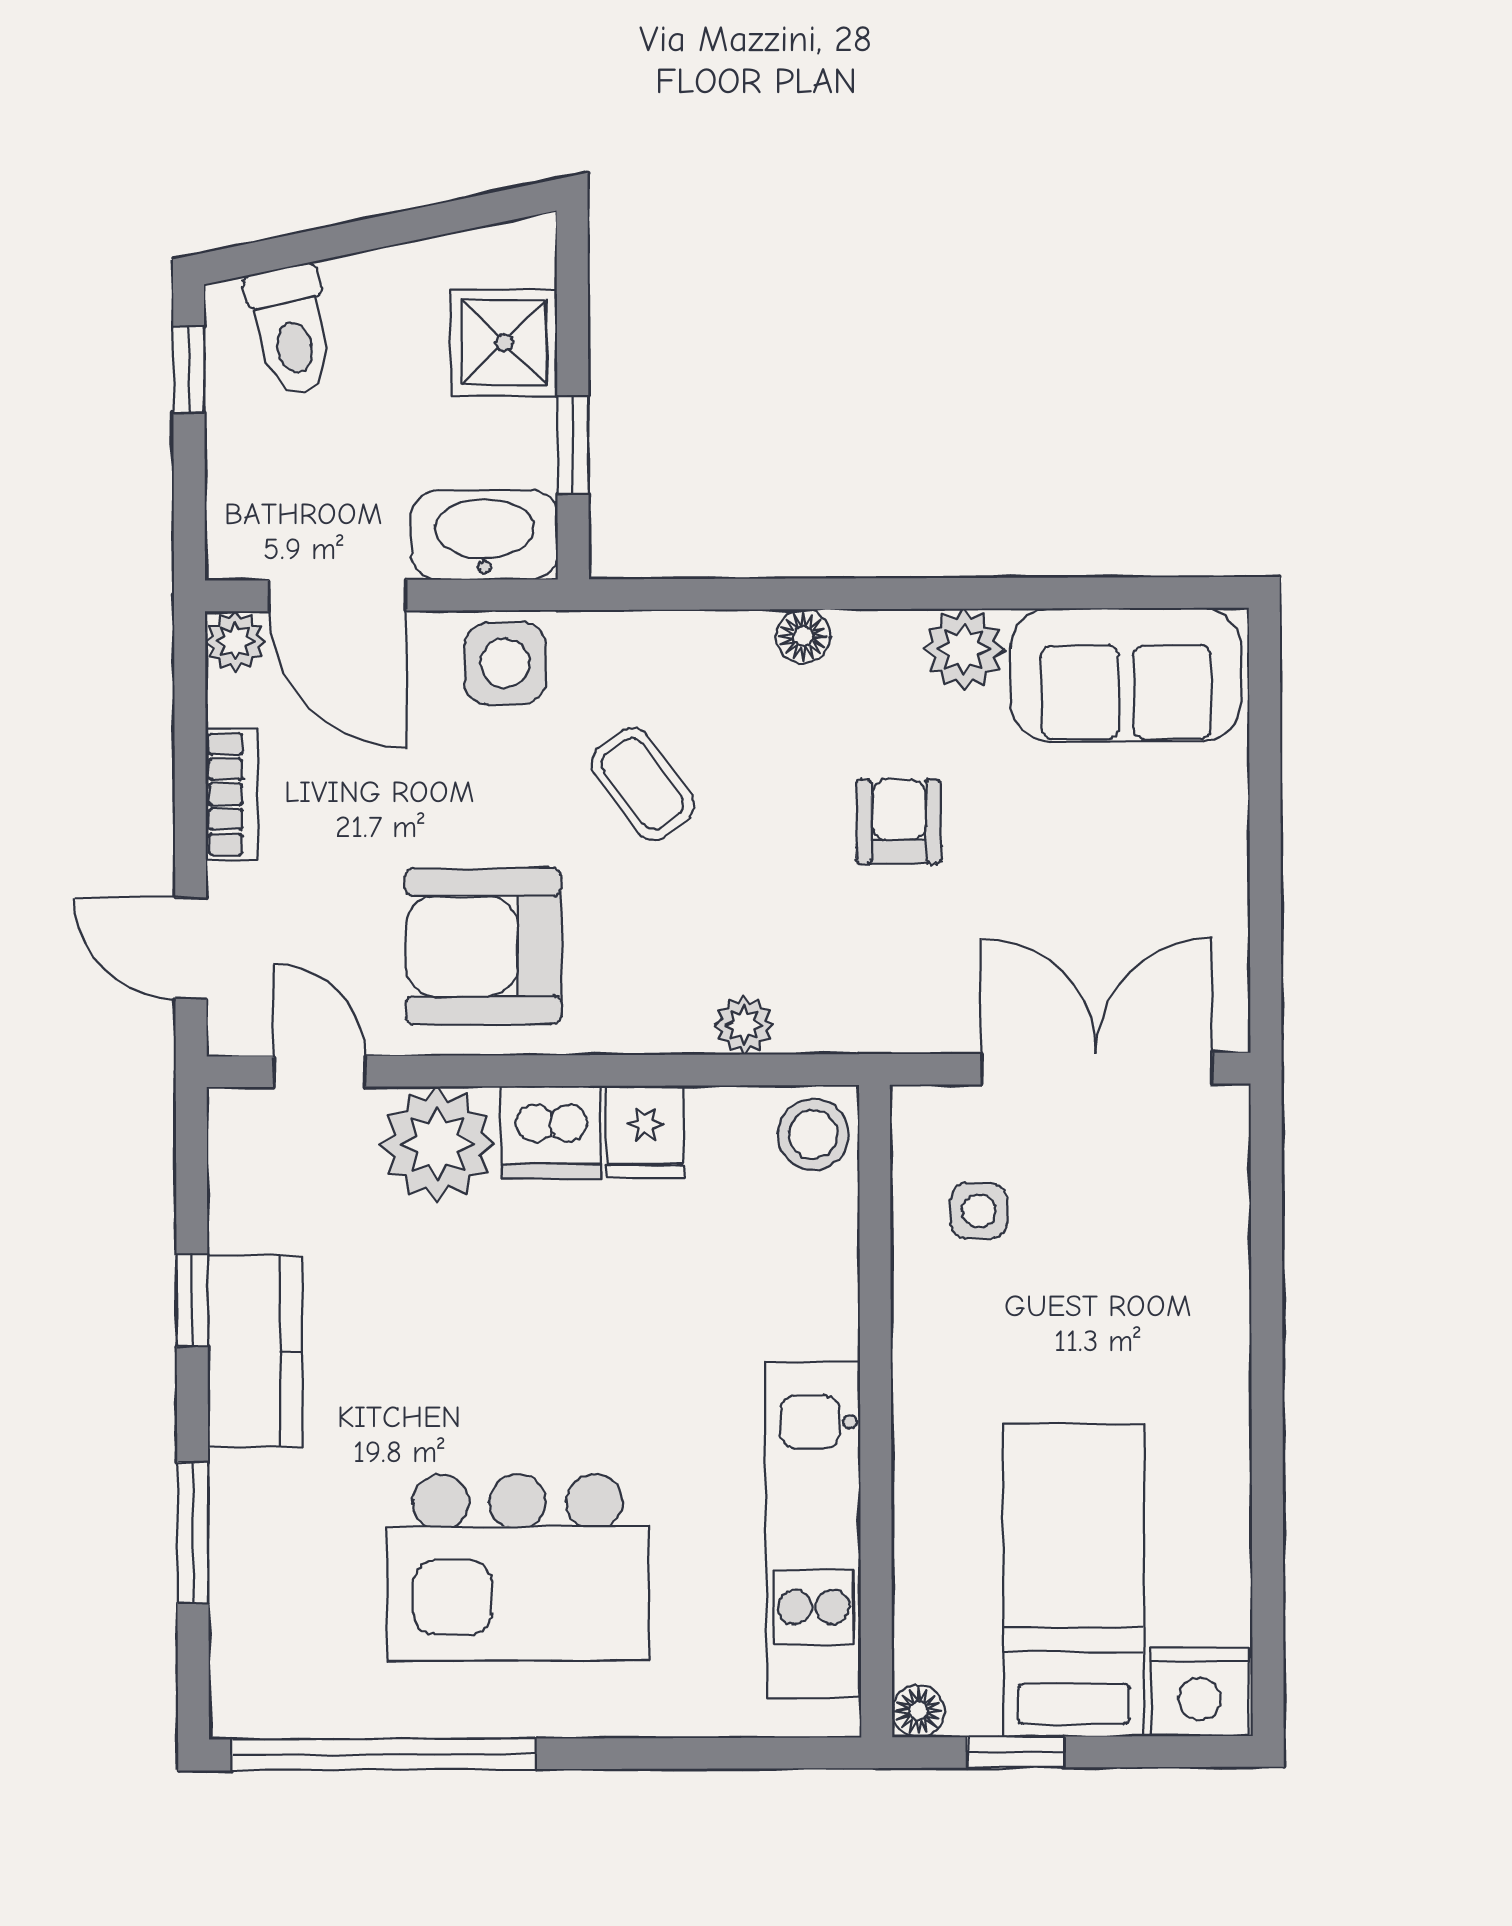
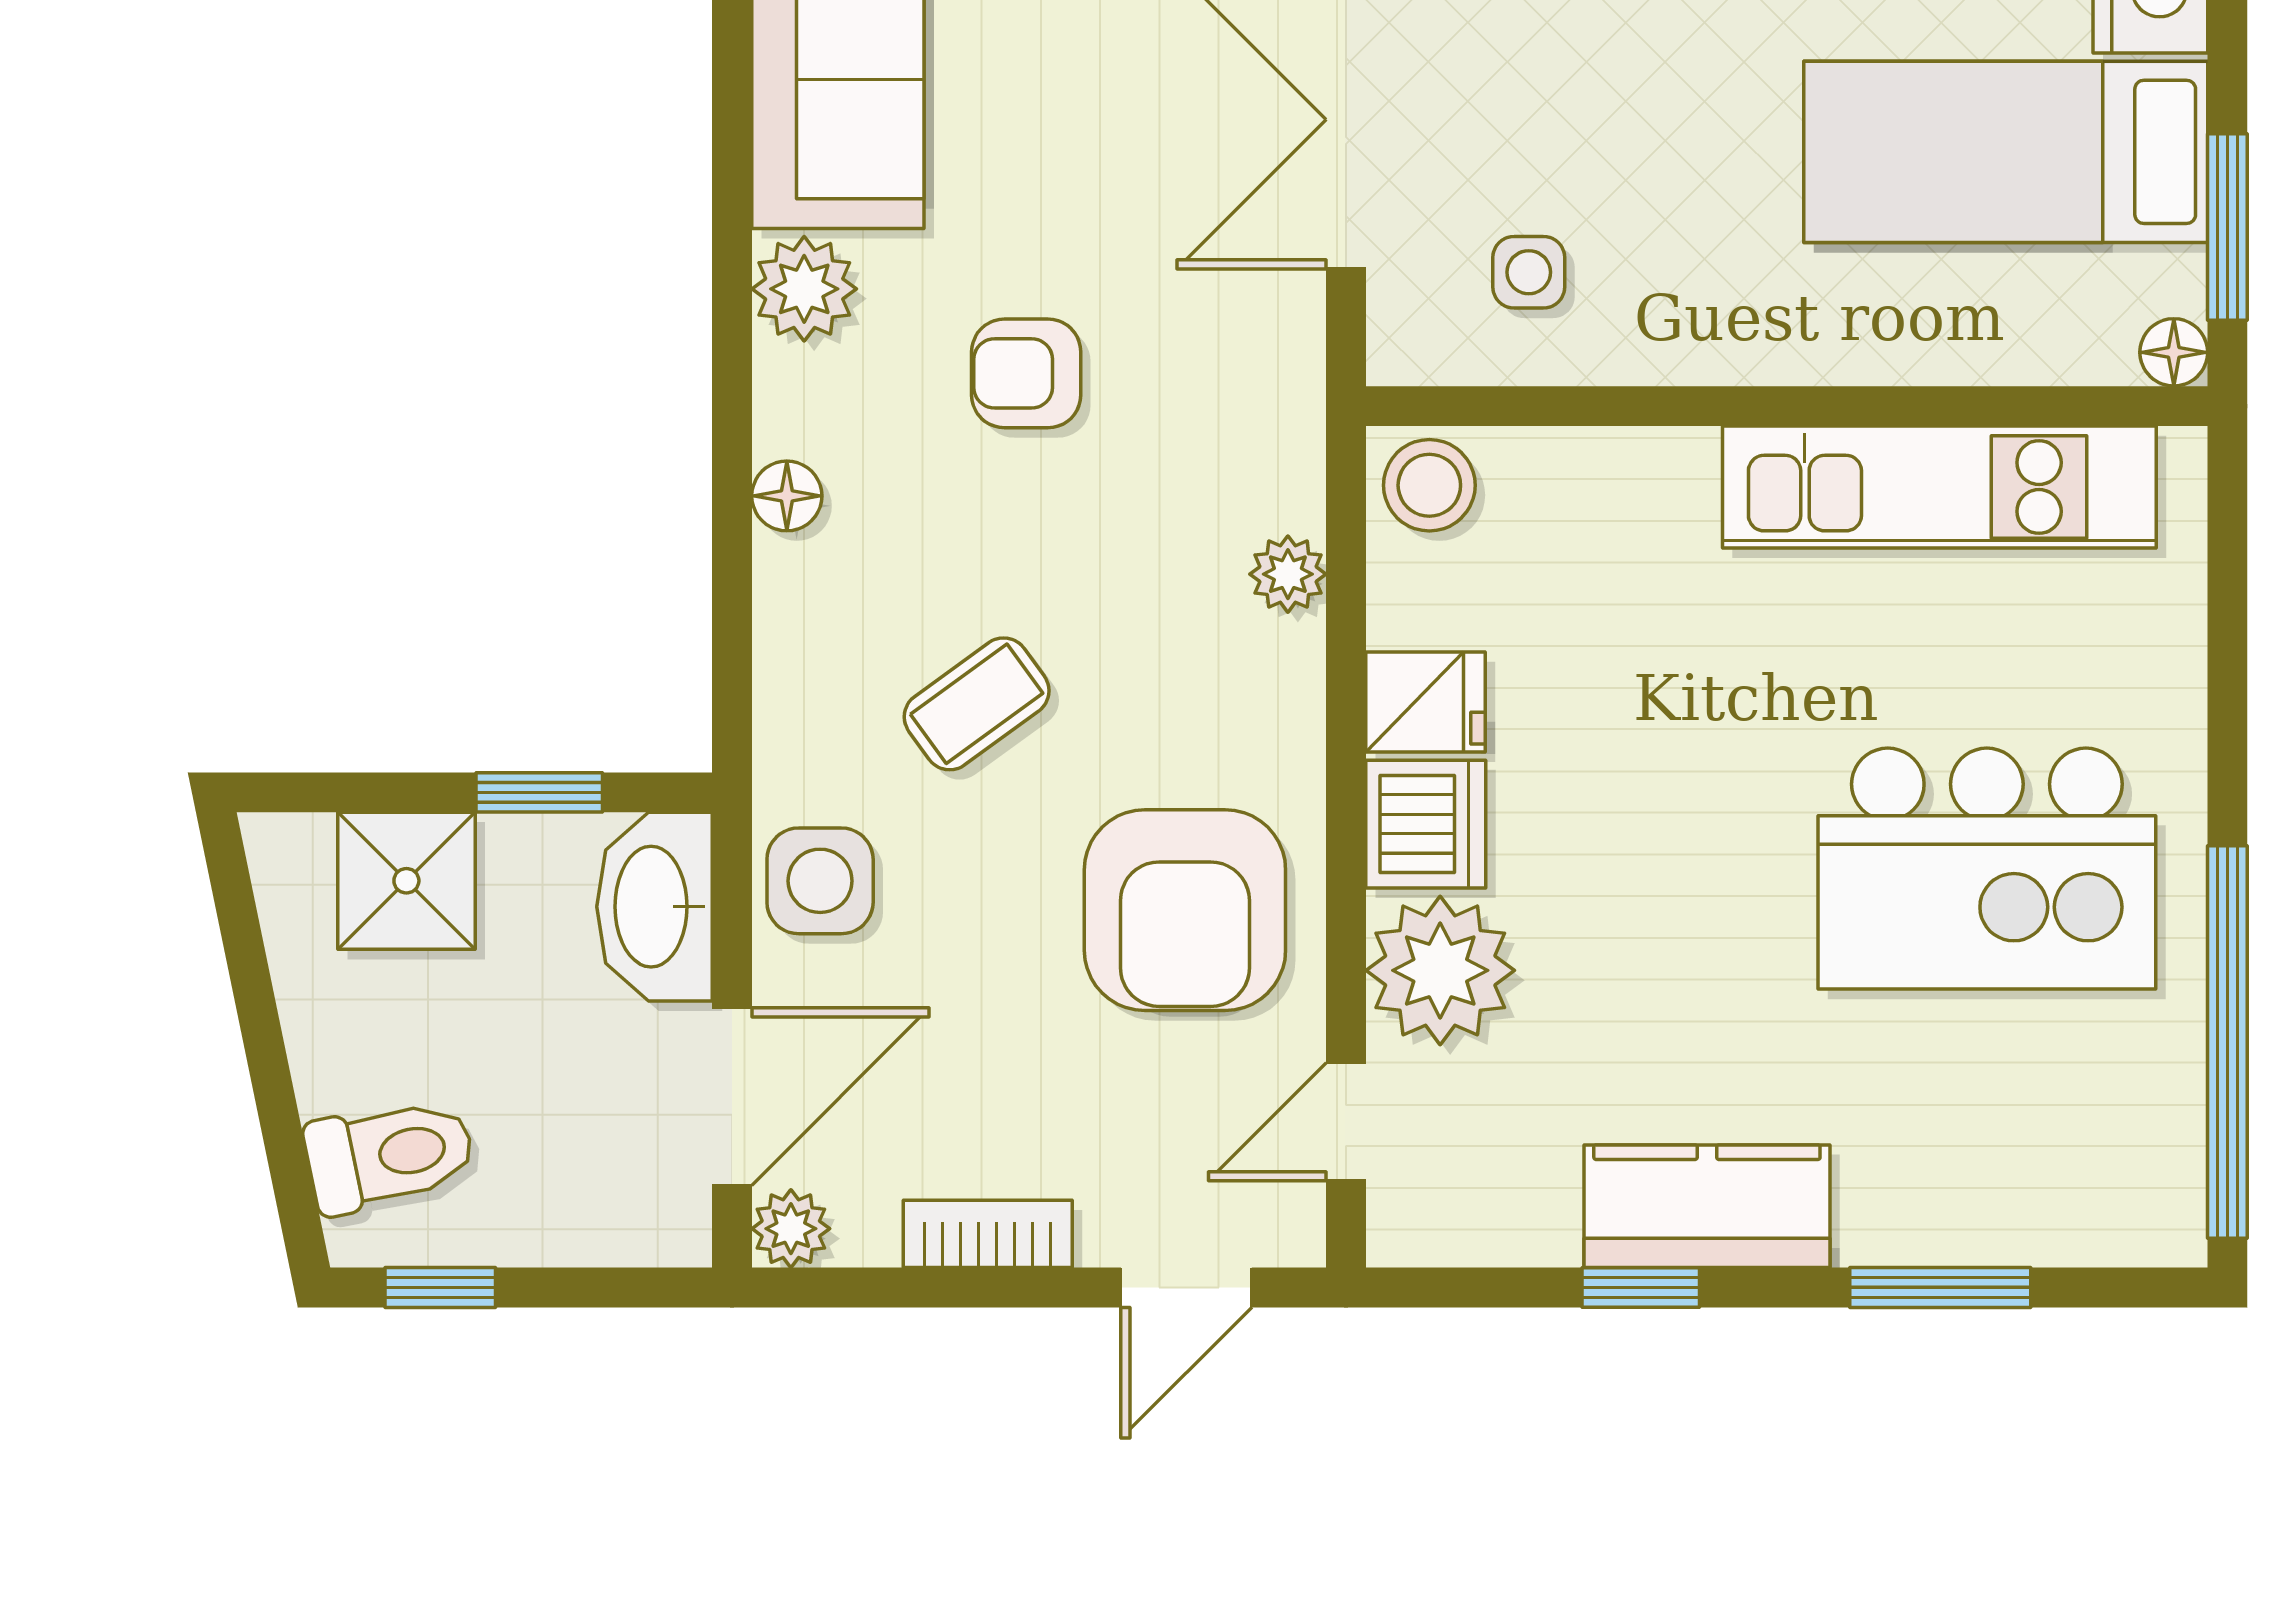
kitchen island: (518, 1568) -> (1987, 869), turned 90
window: (1016, 1752) -> (2227, 227), width x1.50

